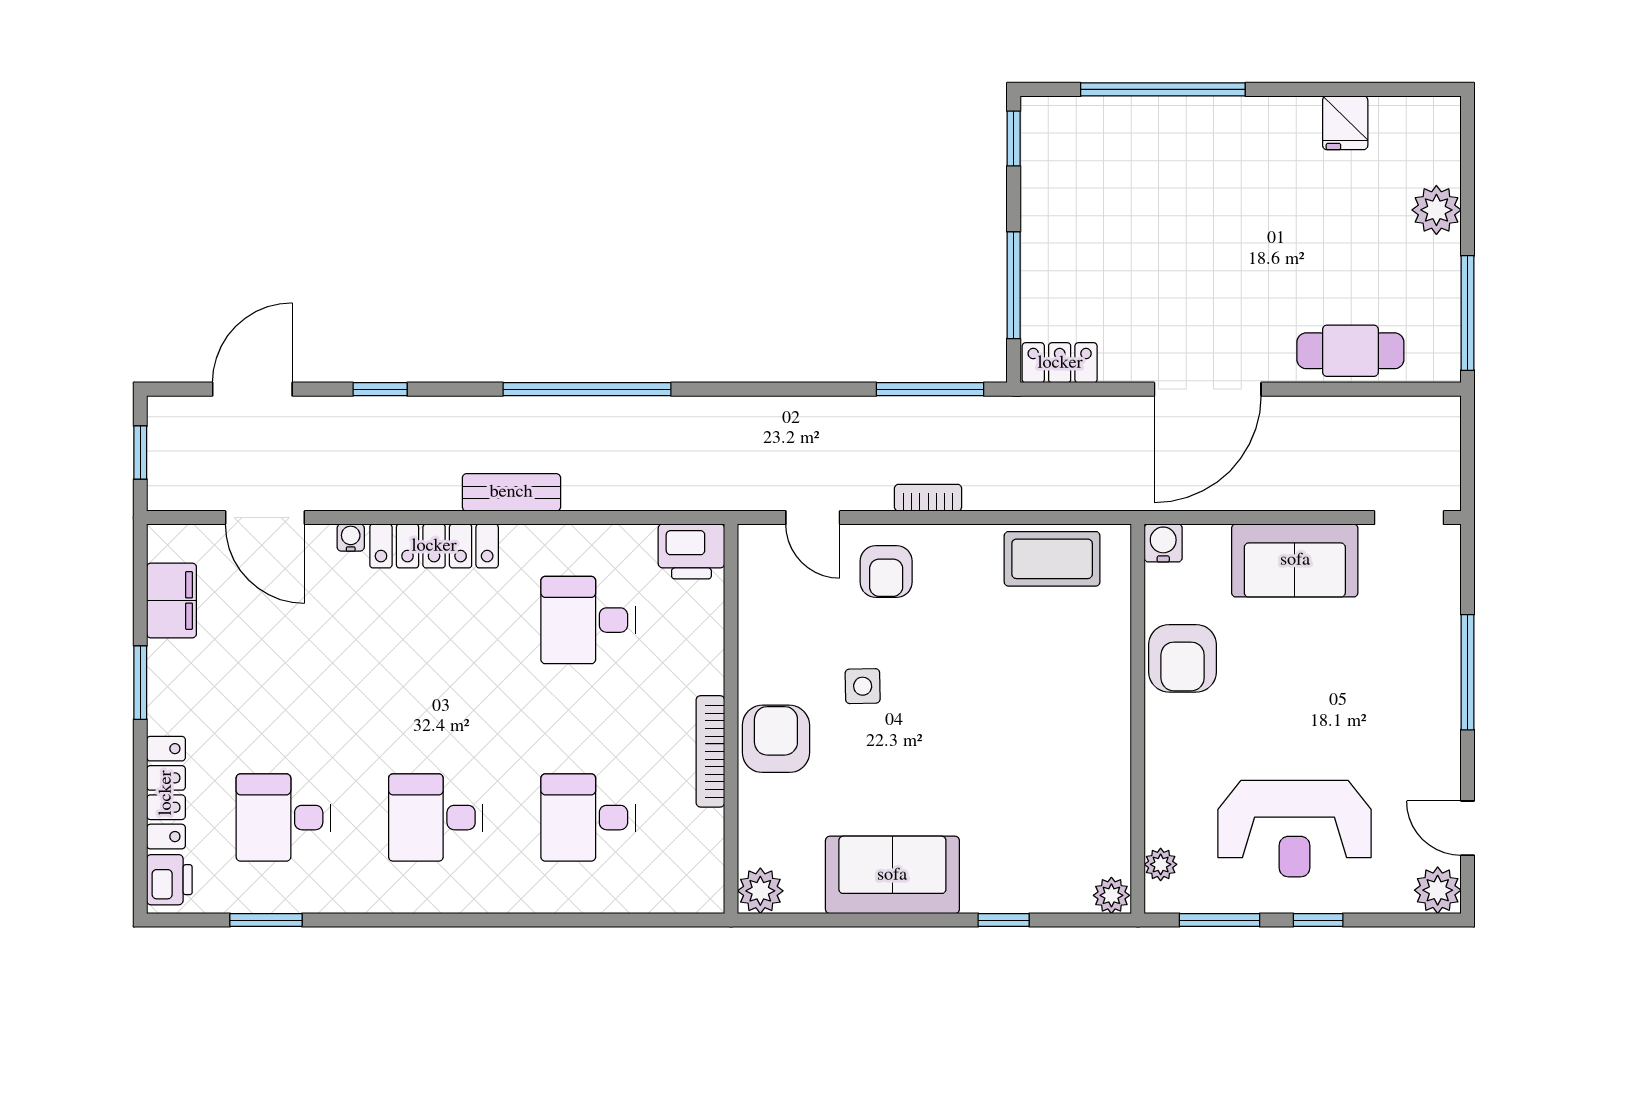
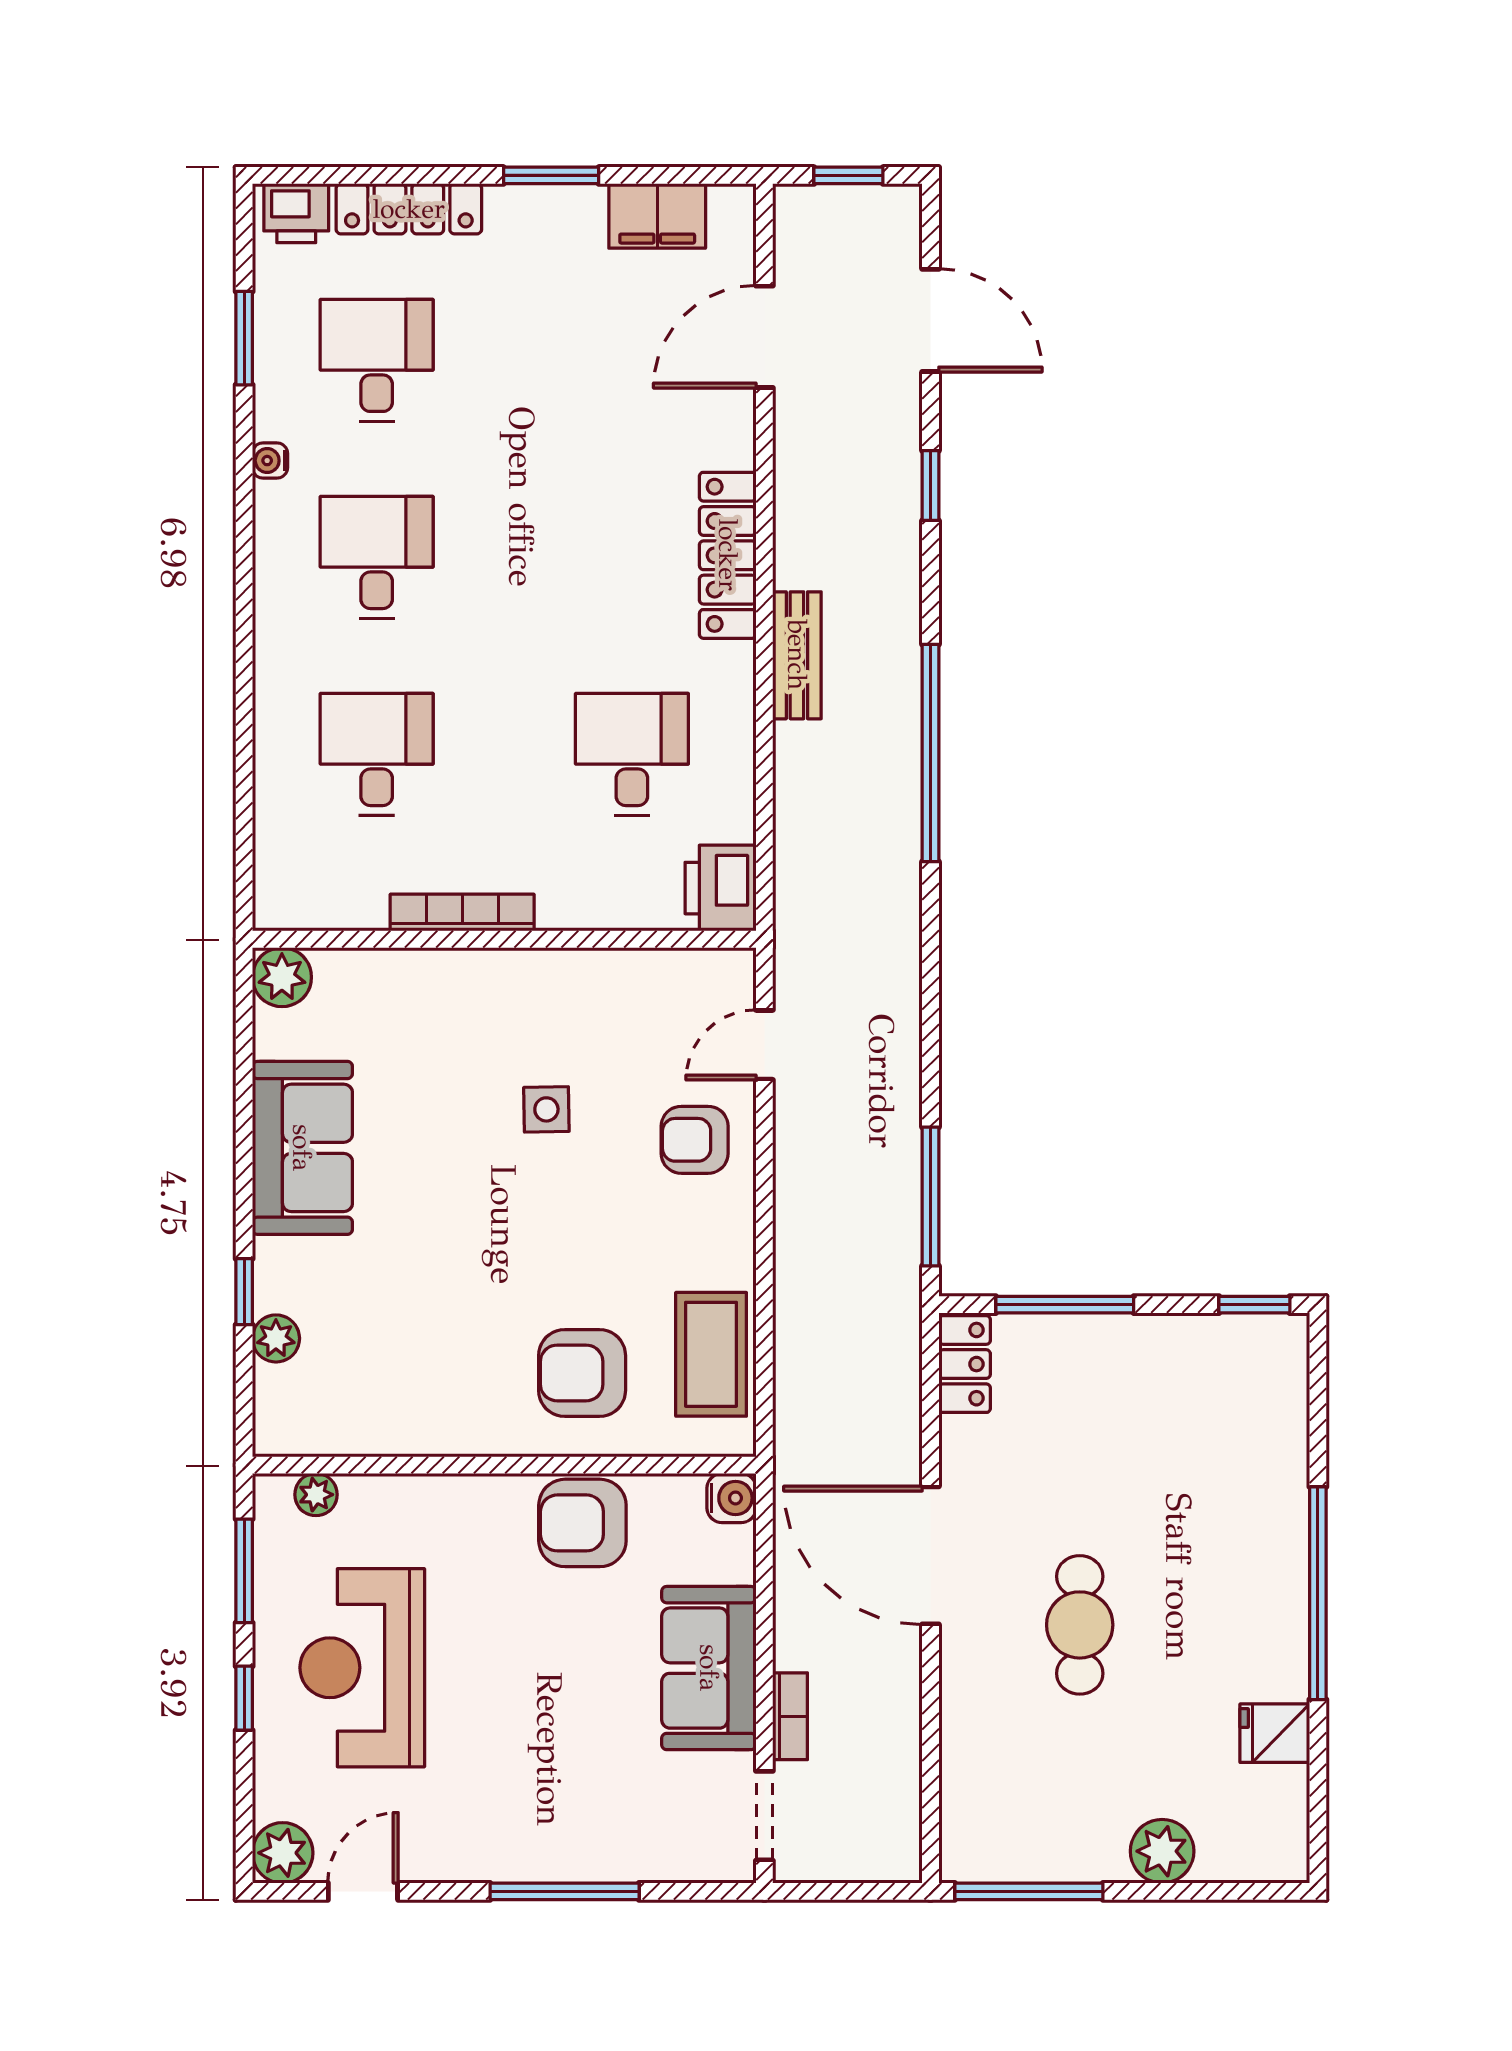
window: (1163, 89) -> (1318, 1593), moved
cafe table: (1350, 351) -> (1080, 1625), moved
bookcase: (928, 498) -> (790, 1716), moved
water cooler: (351, 538) -> (270, 461), moved, turned 180
armchair: (776, 739) -> (582, 1373), moved, turned 180
plant: (1111, 895) -> (276, 1338), moved

